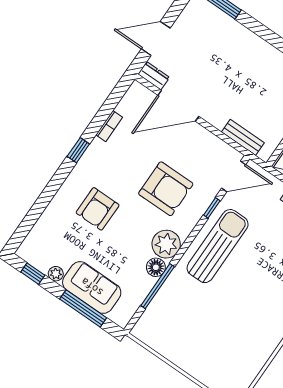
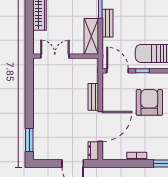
door: (178, 106) -> (100, 126), hinge flipped
bench: (243, 137) -> (93, 97), moved

